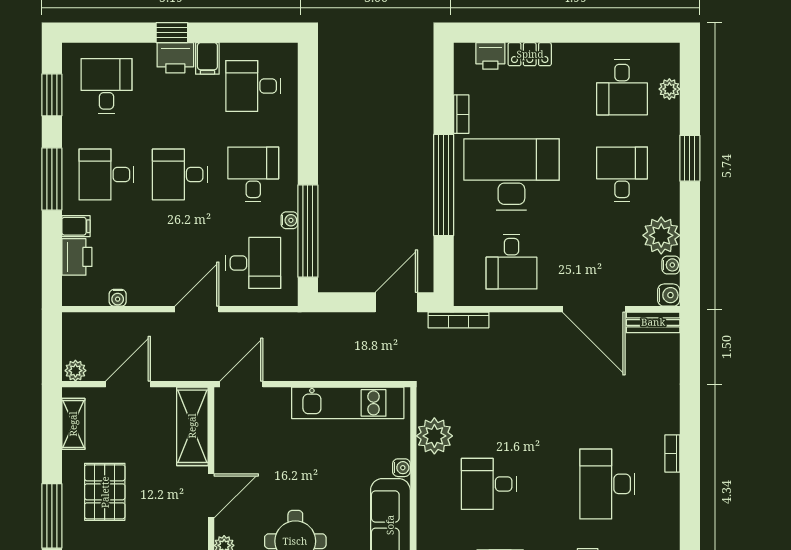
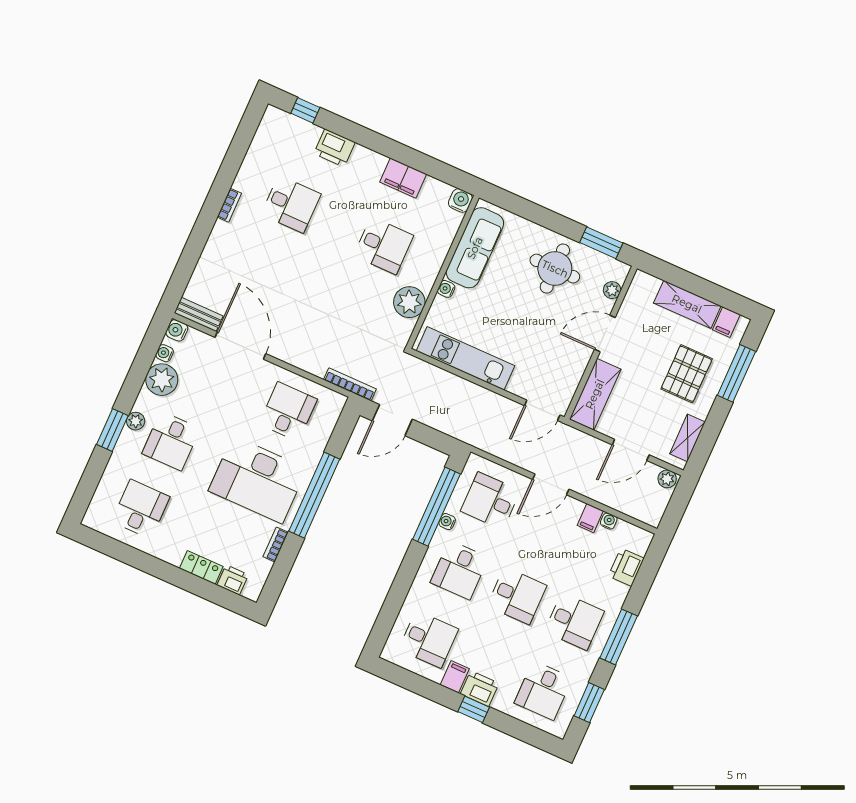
plant: (669, 89) -> (136, 421), moved
filing cabinet: (76, 226) -> (590, 518), moved, turned -90
desk: (607, 484) -> (291, 204), width x0.73

